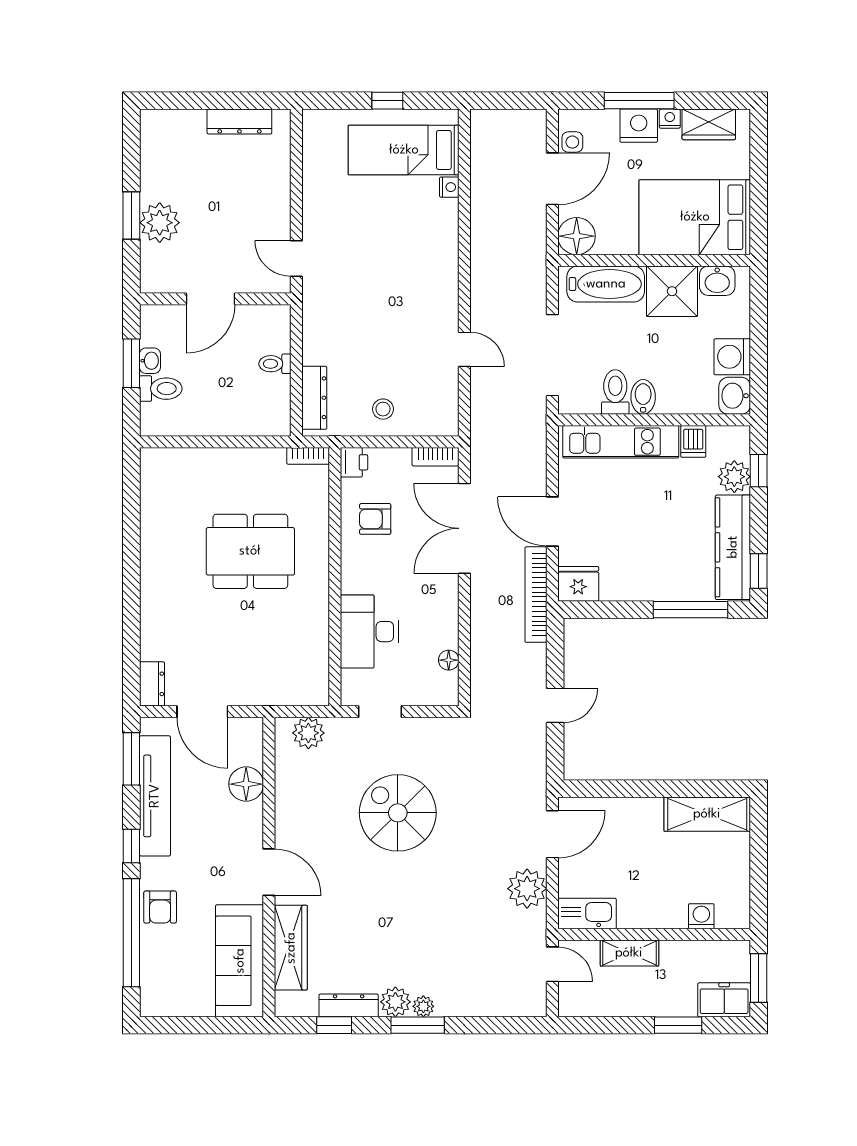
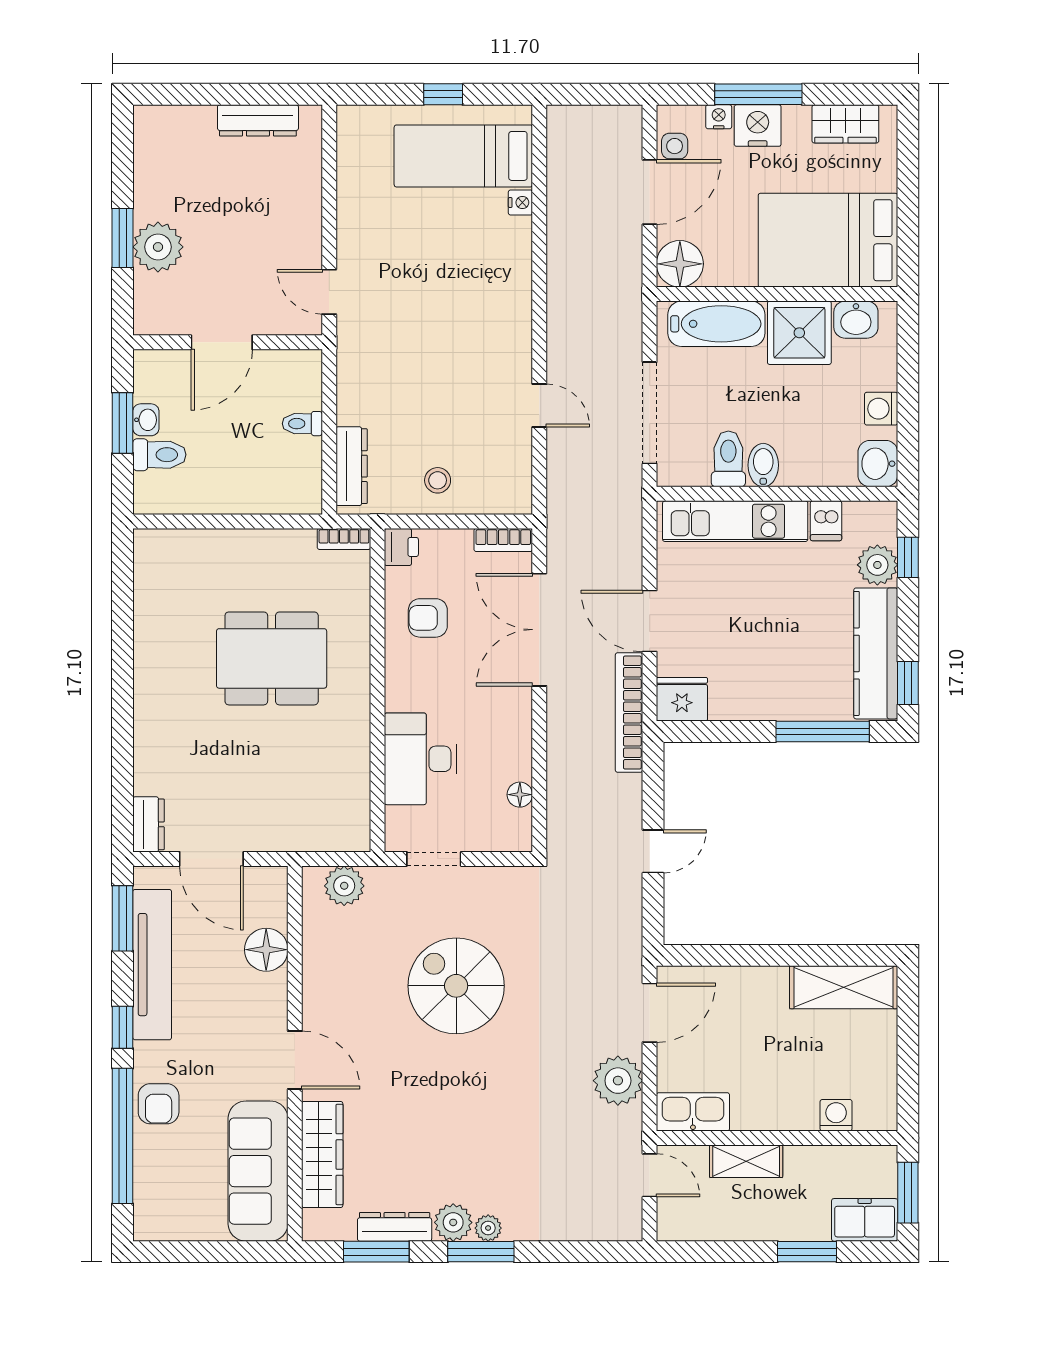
nightstand: (670, 119) -> (719, 117), moved
washing machine: (732, 357) -> (881, 409), width x0.73, depth x0.73
window: (334, 1025) -> (376, 1252), width x1.50

